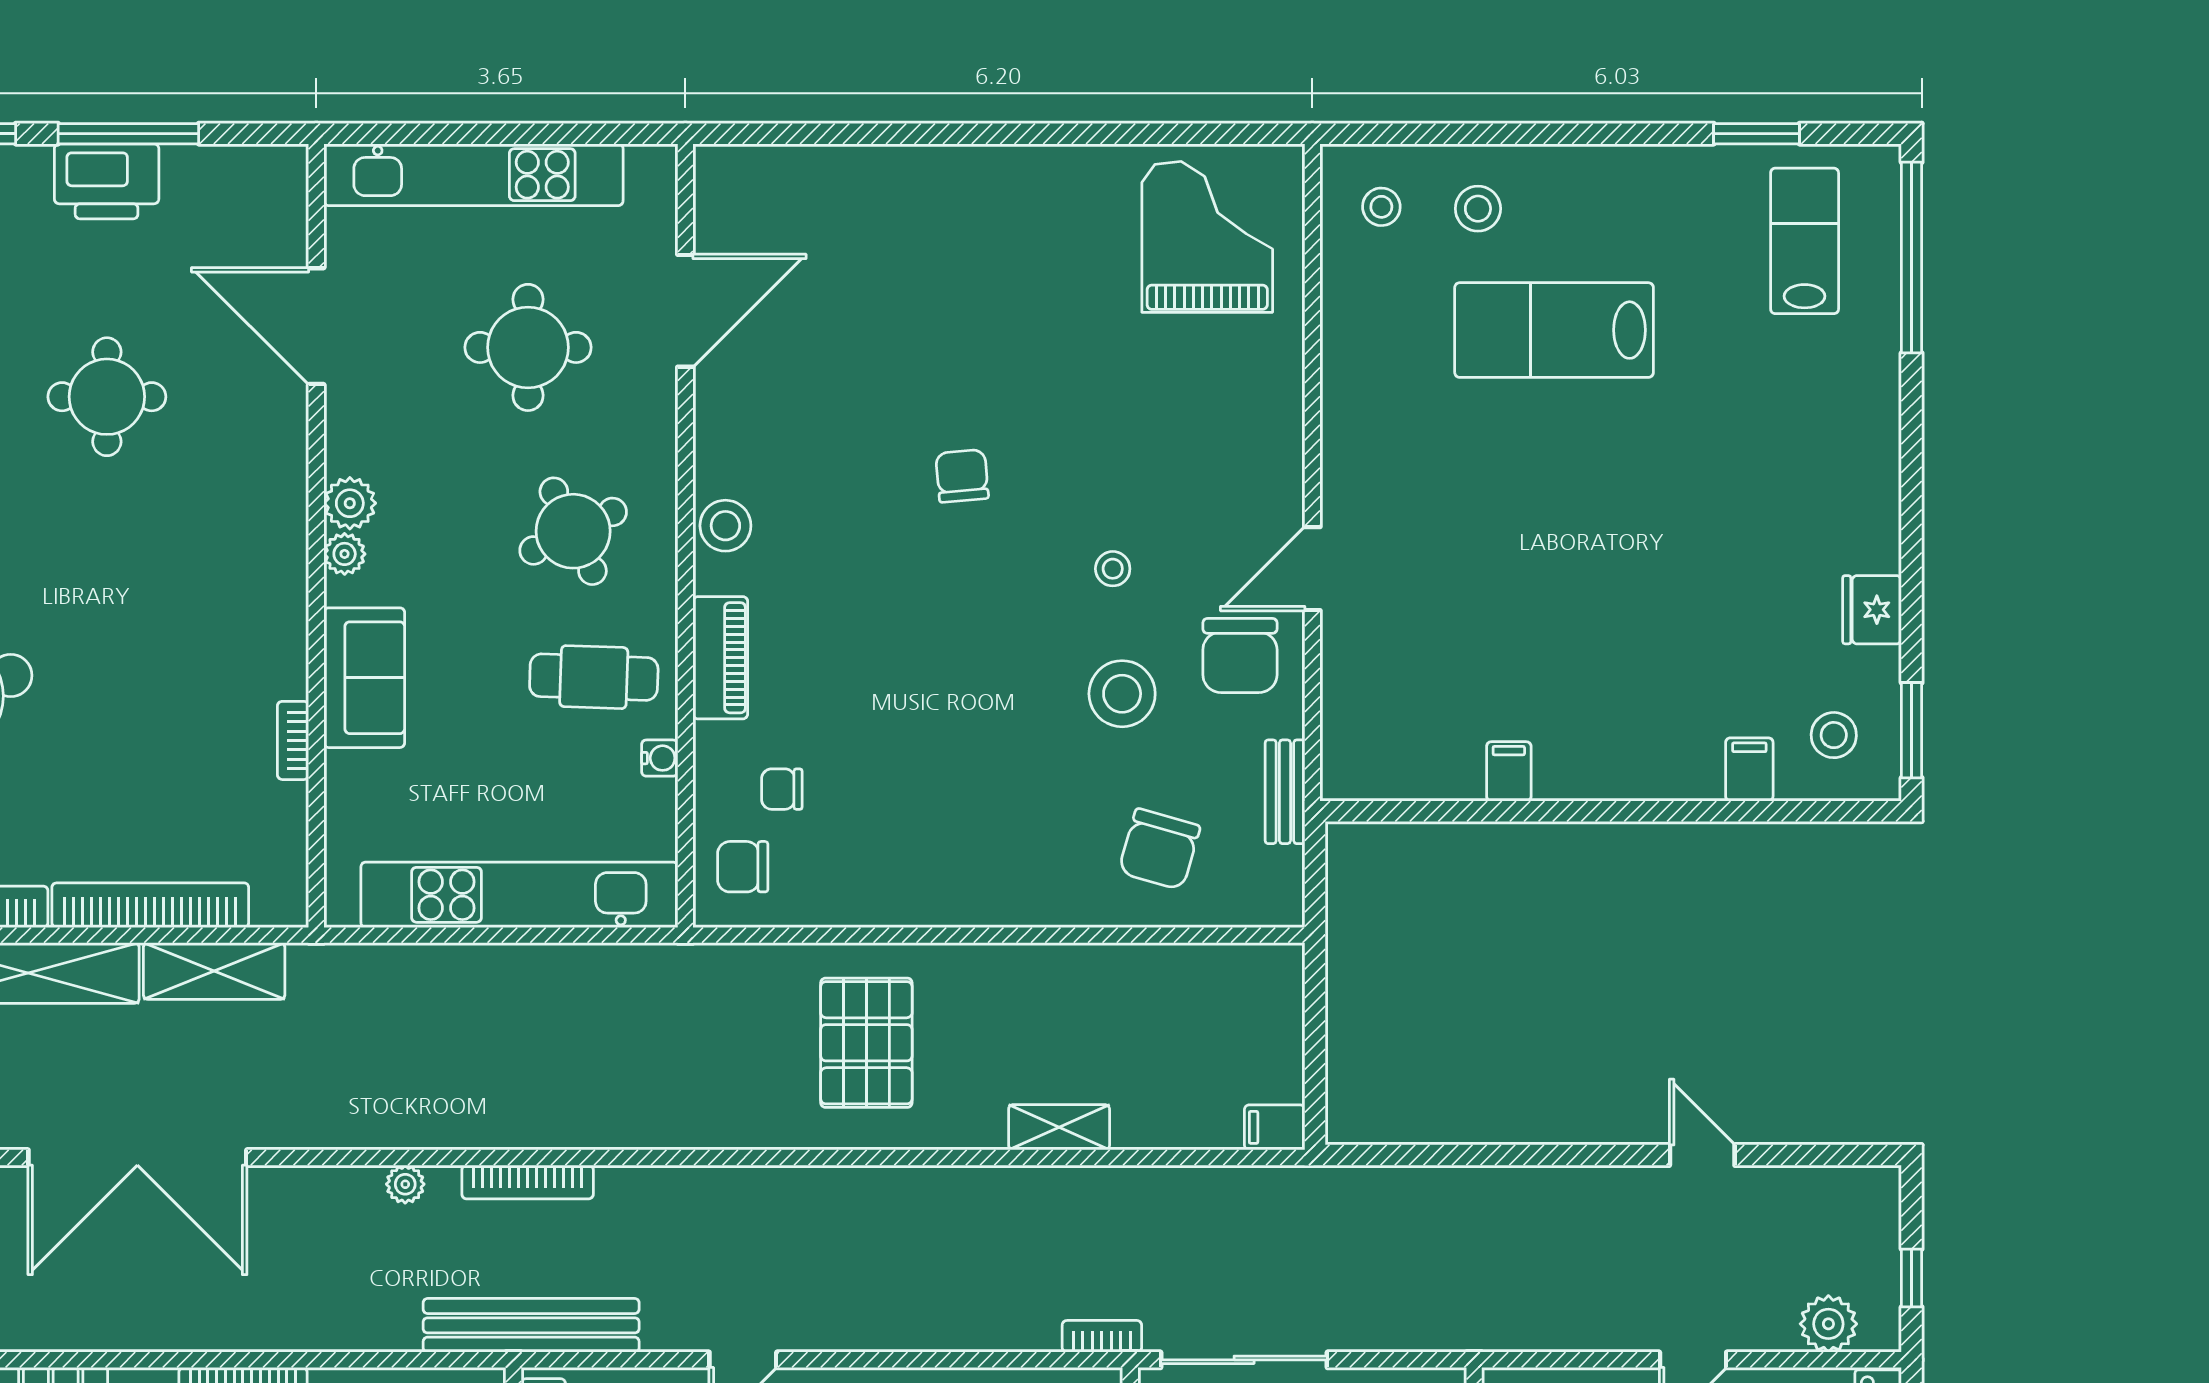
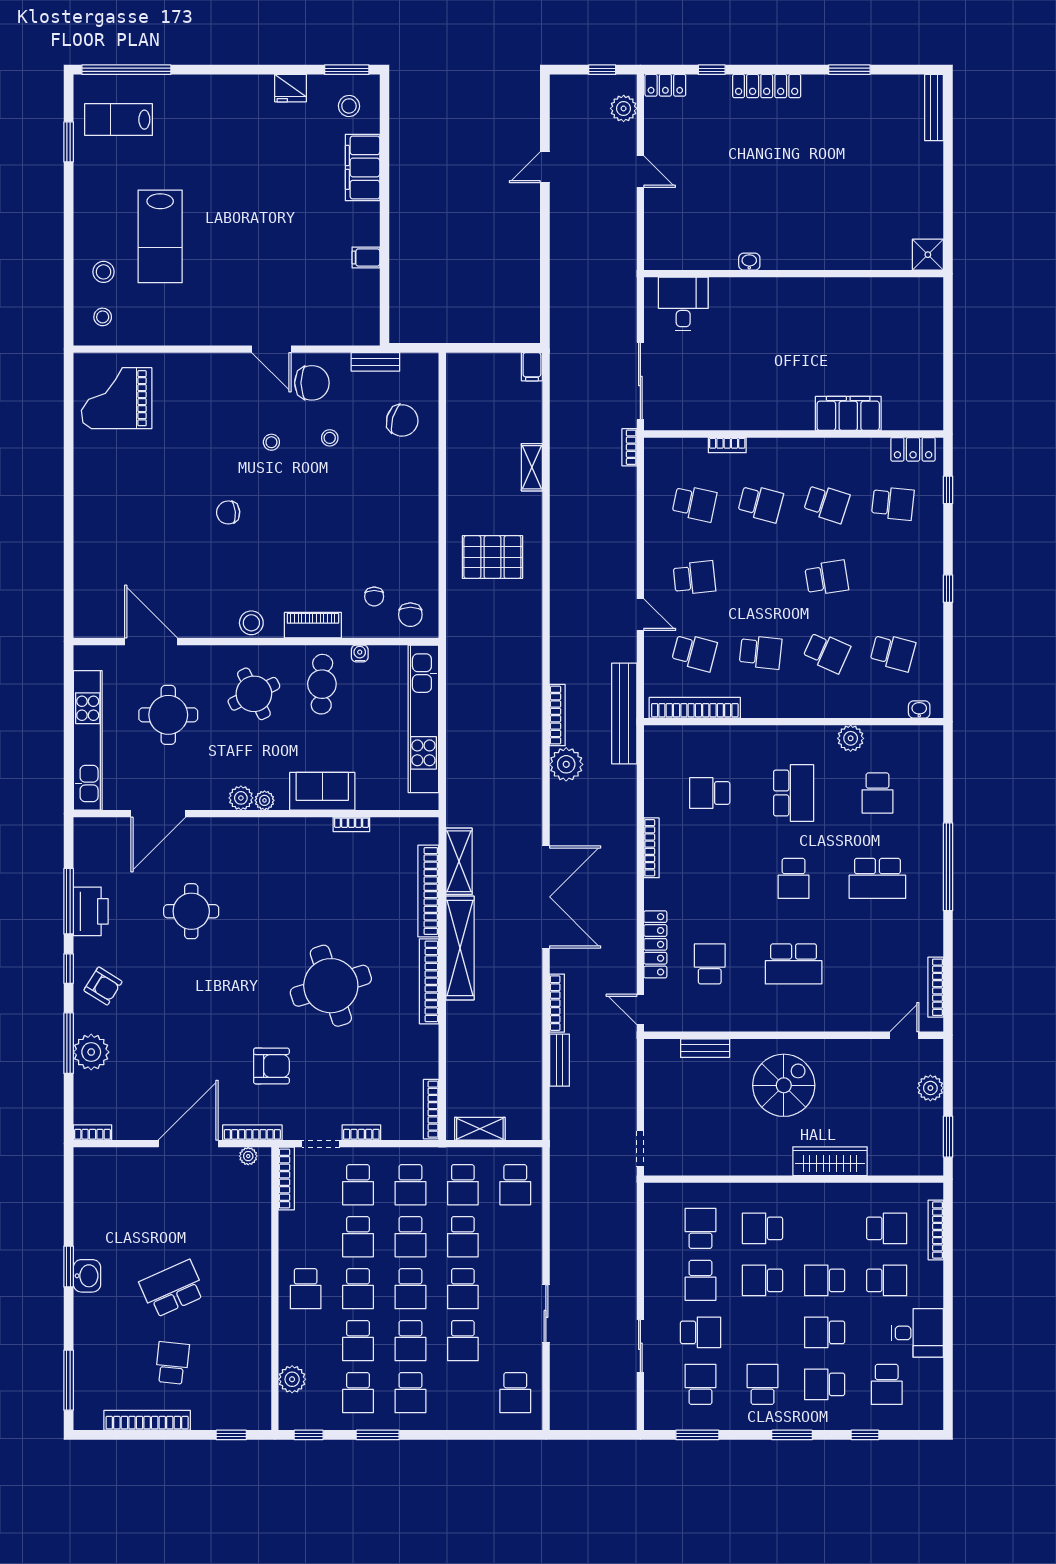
stool: (1122, 694) -> (330, 438), width x0.53, depth x0.53
filing cabinet: (1749, 769) -> (363, 167), width x3.00, depth x1.17
plant: (405, 1184) -> (566, 764), width x1.88, depth x1.88

